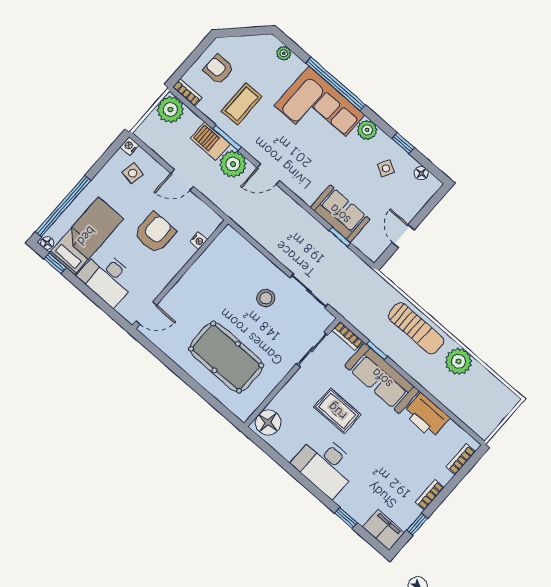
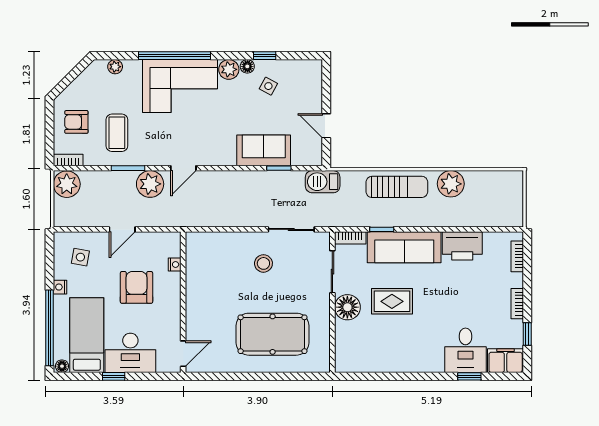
barbecue: (210, 141) -> (323, 182), moved
nightstand: (129, 146) -> (60, 287), moved
floor lamp: (421, 173) -> (247, 66), moved
window: (55, 263) -> (114, 376), moved
floor lamp: (268, 423) -> (347, 307), moved
desk: (325, 465) -> (465, 350), moved, width x0.73

